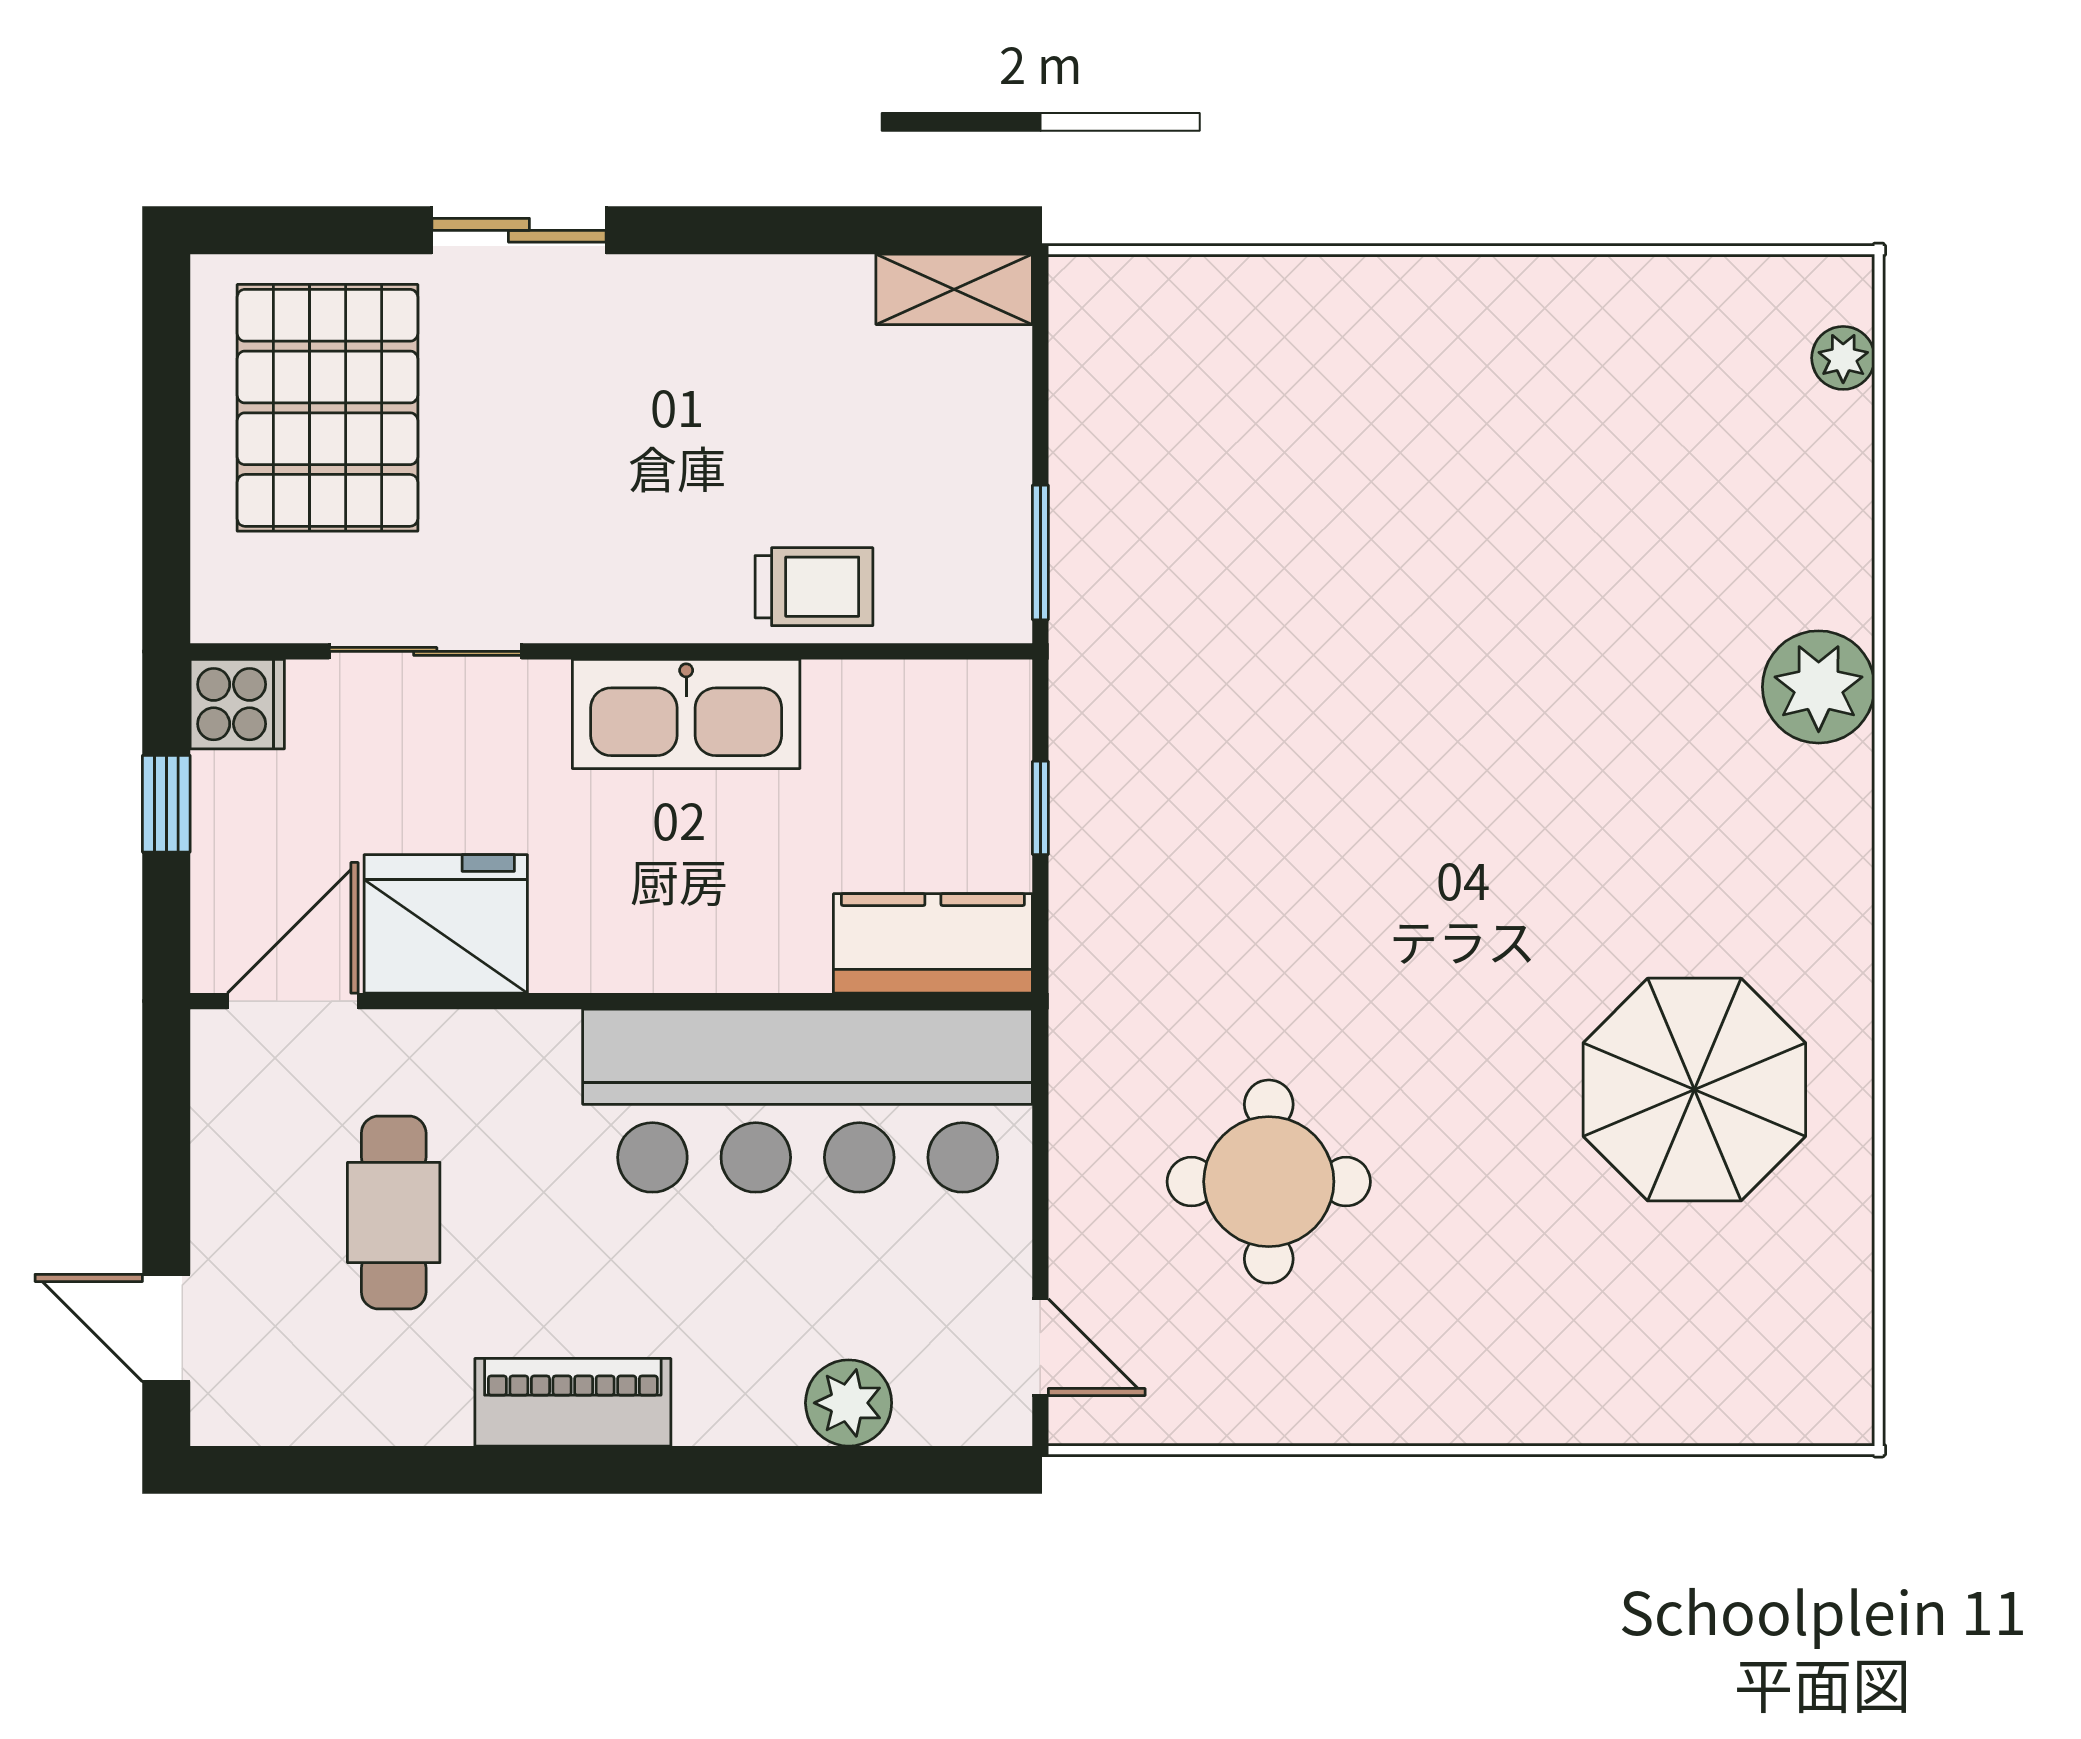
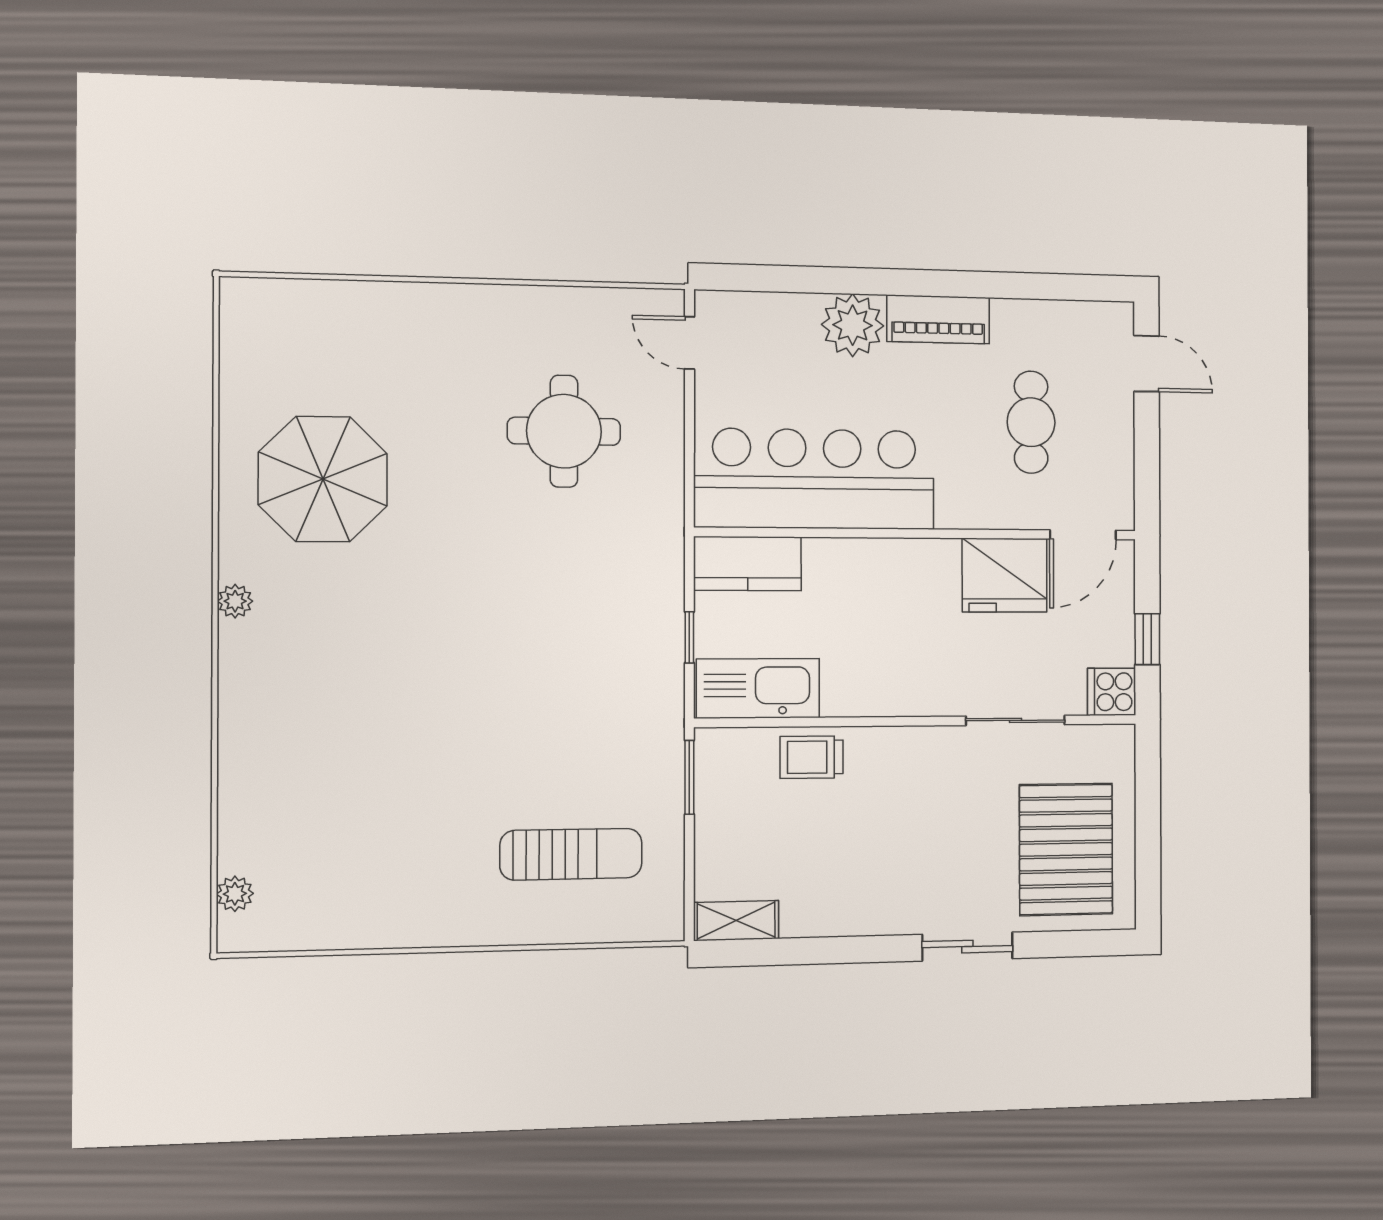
sun lounger: (1255, 416) -> (571, 854), added
plant: (1819, 687) -> (235, 601), moved, width x0.53, depth x0.53
kitchen sink: (686, 714) -> (758, 688), moved
plant: (849, 1403) -> (853, 325), moved, width x1.36, depth x1.36

